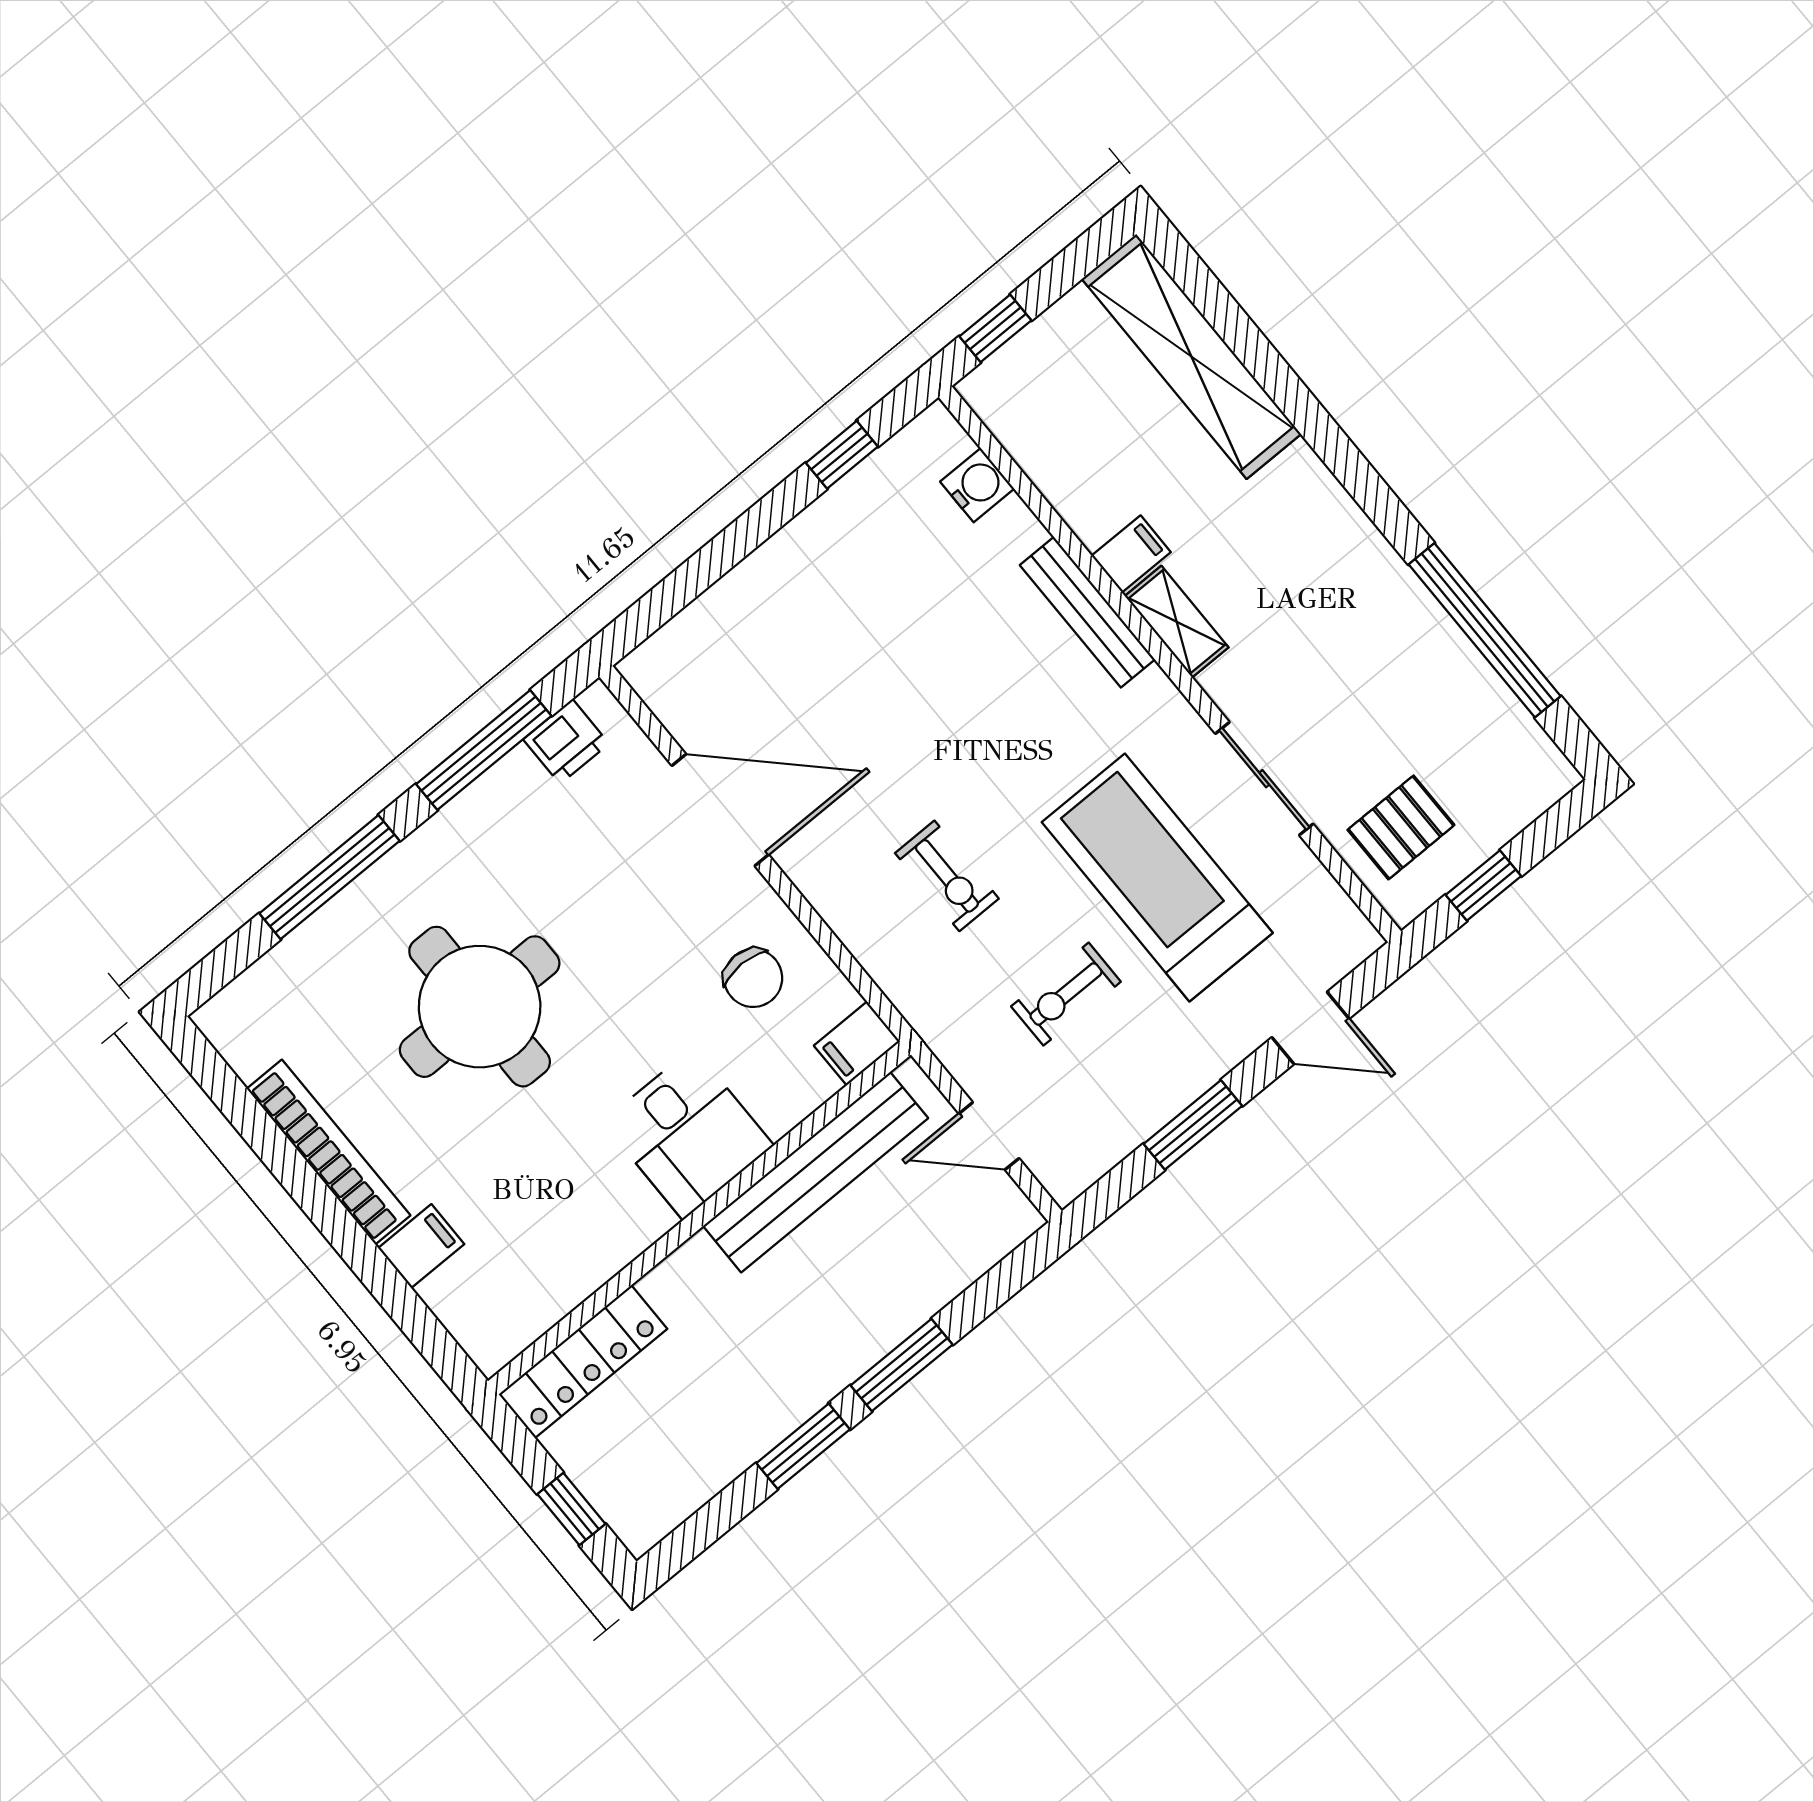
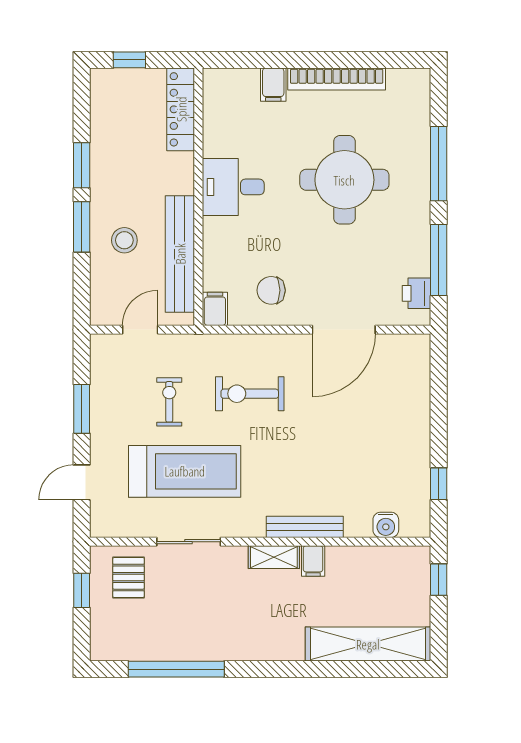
exercise bike: (947, 876) -> (250, 394), width x1.38, depth x1.39
desk: (688, 1134) -> (233, 187), moved
stool: (867, 1279) -> (124, 240), added

